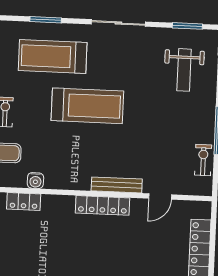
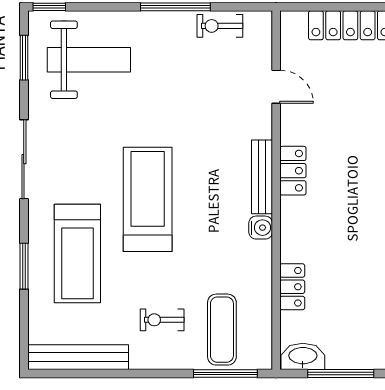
weight bench: (184, 70) -> (89, 60), width x1.36, depth x1.33
water cooler: (35, 181) -> (261, 228), moved
bench: (117, 185) -> (262, 177), moved
locker: (103, 205) -> (293, 171), width x0.66

